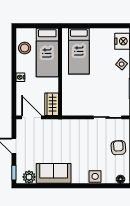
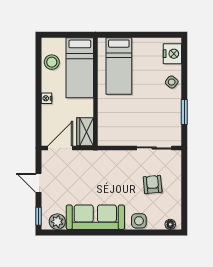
door: (32, 117) -> (60, 148), hinge flipped
armchair: (118, 148) -> (153, 184), moved
sofa: (54, 173) -> (95, 217), width x1.36

